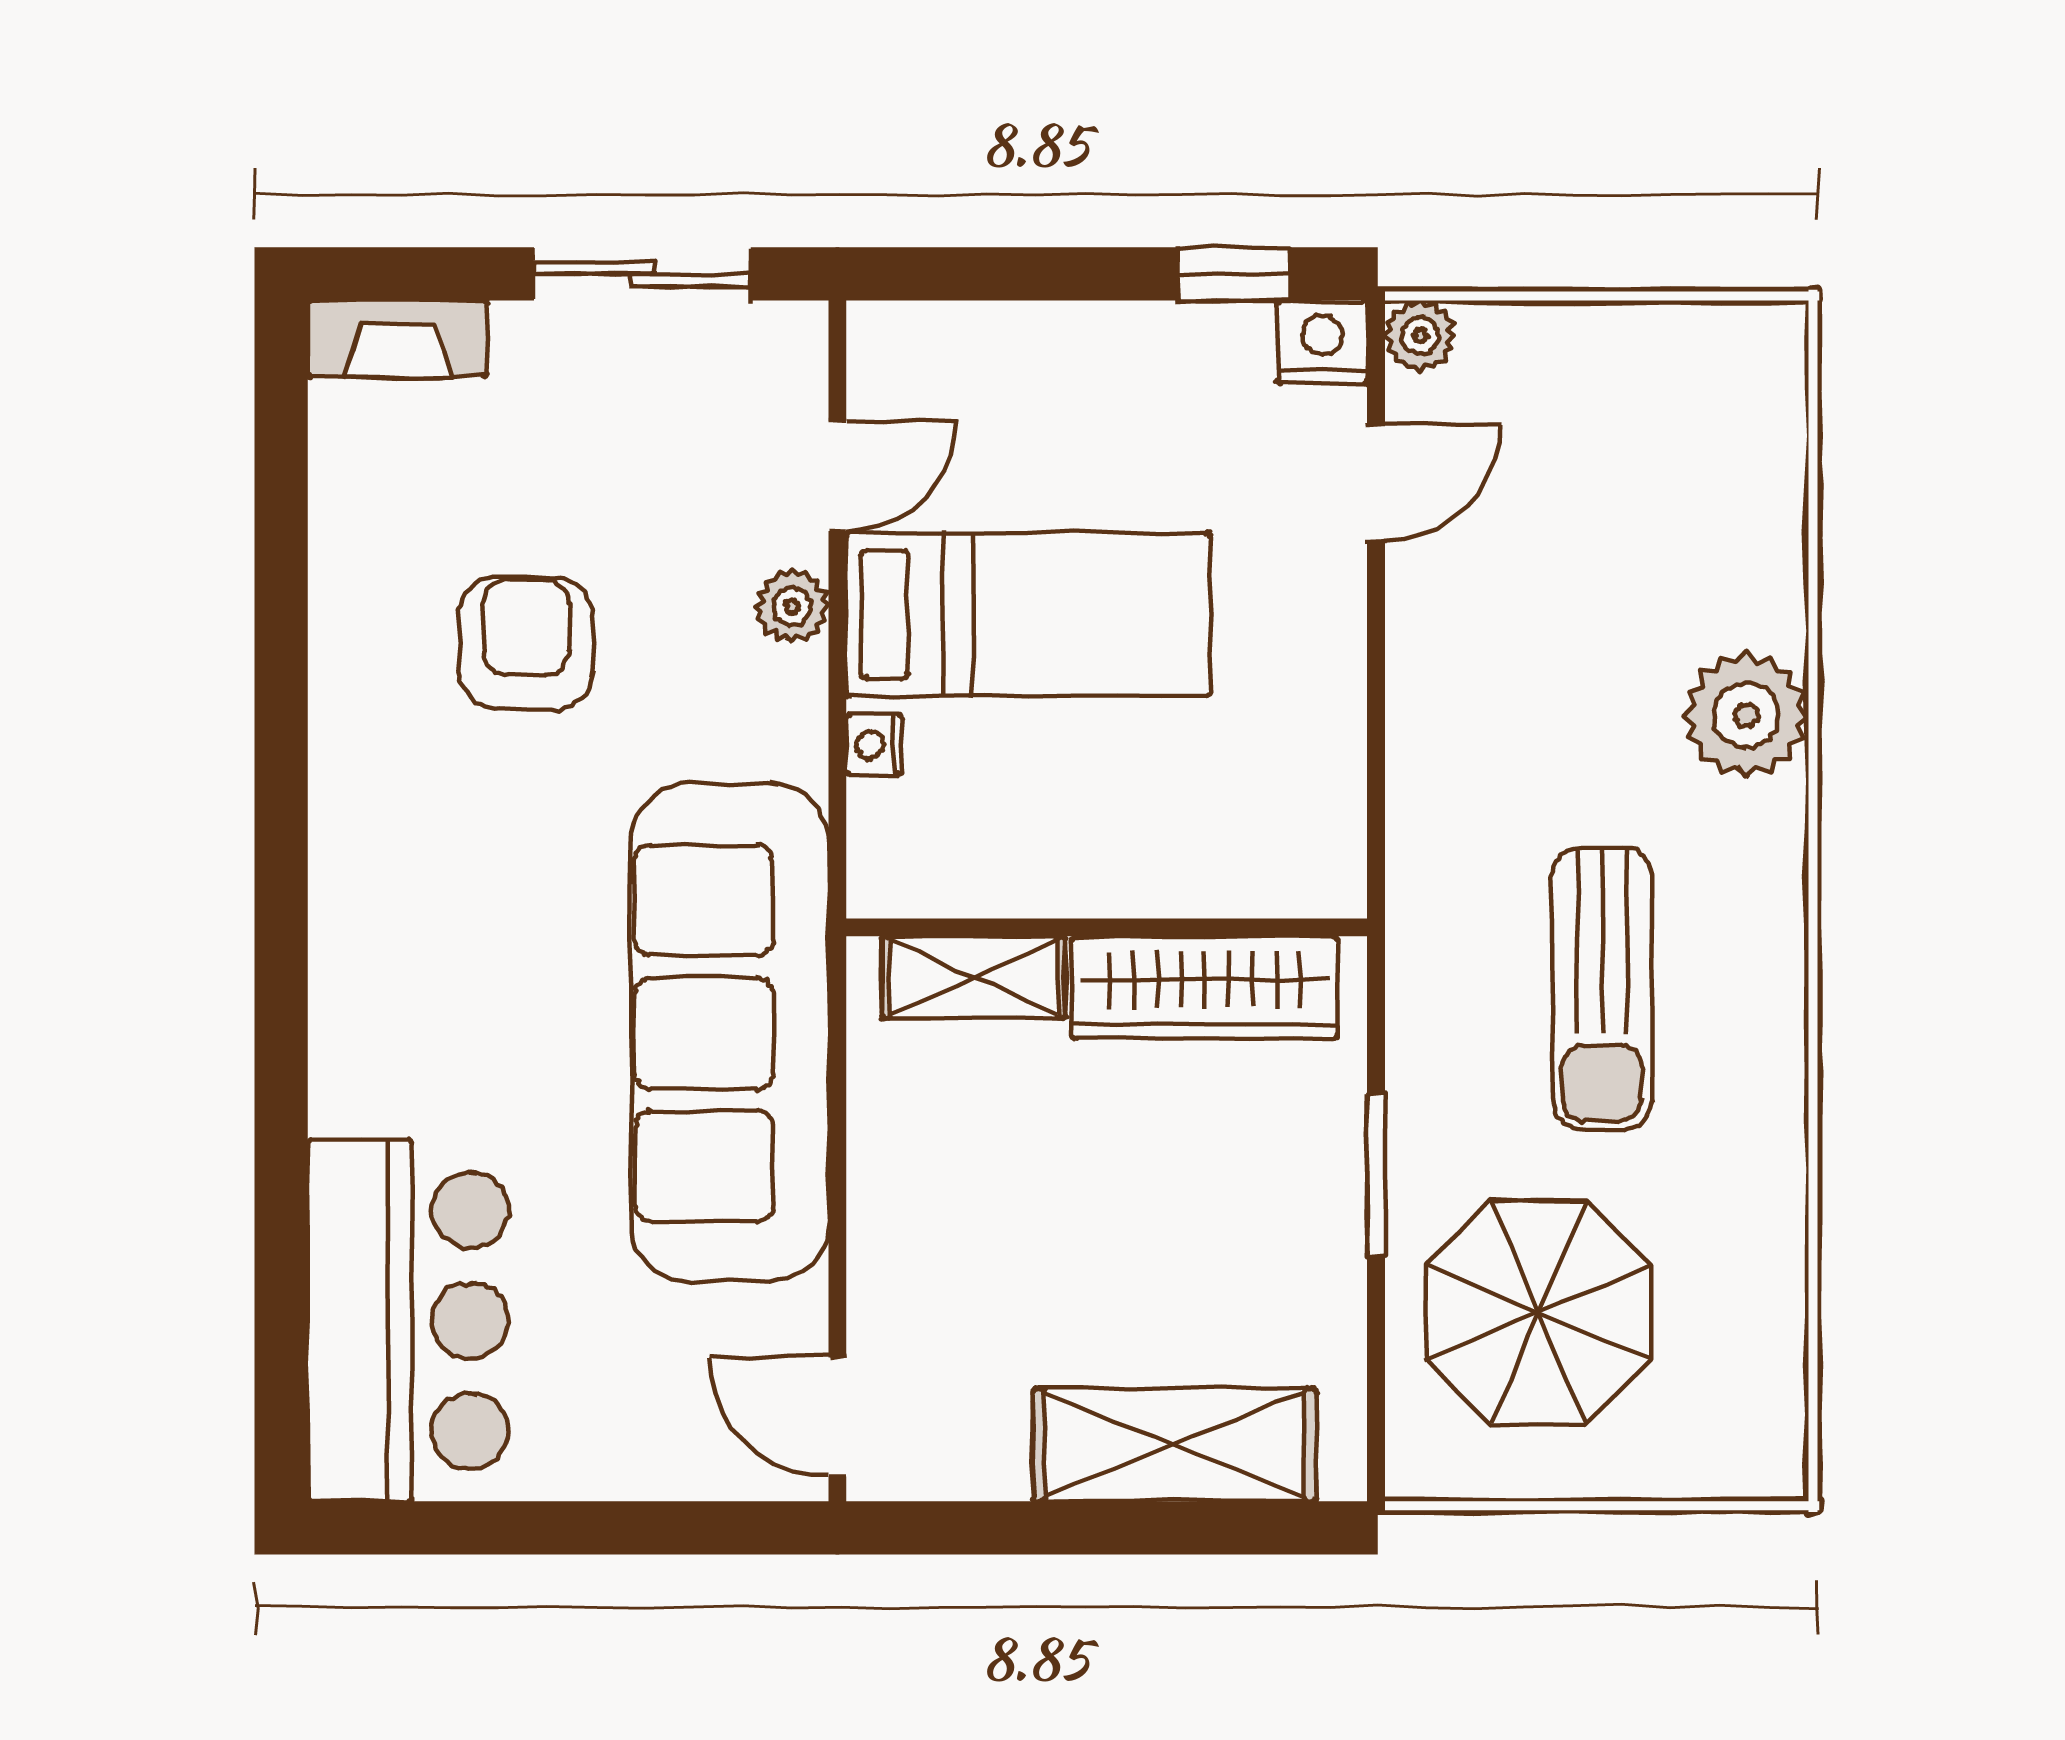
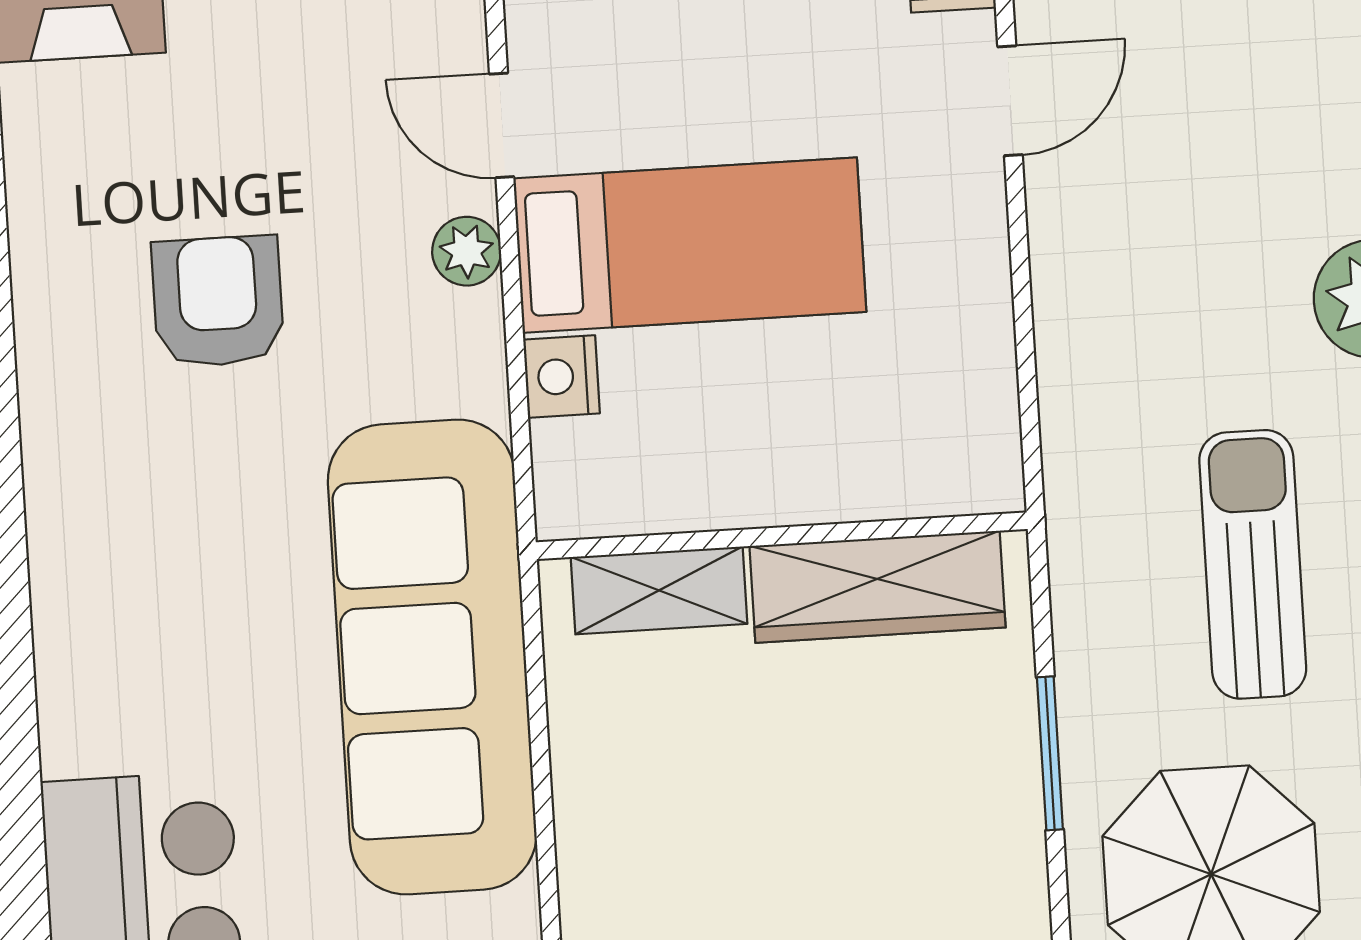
door: (837, 476) -> (502, 125), swing flipped
nightstand: (874, 745) -> (561, 376), width x1.39, depth x1.35
sun lounger: (1602, 988) -> (1253, 564), turned 180

